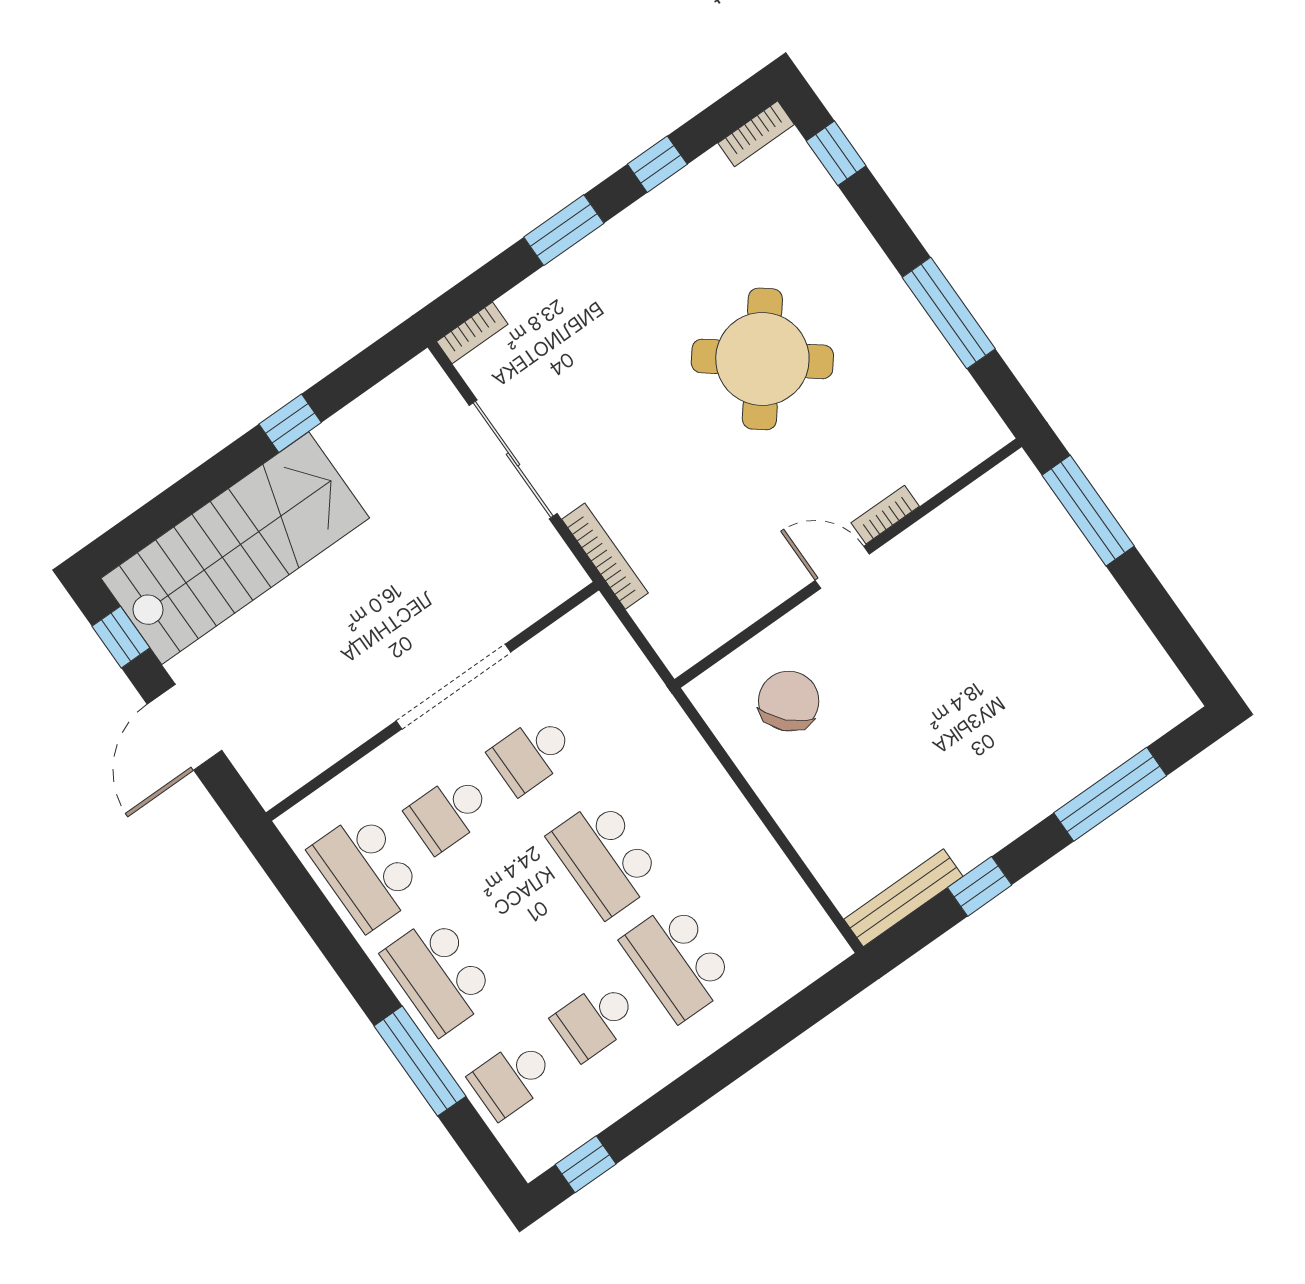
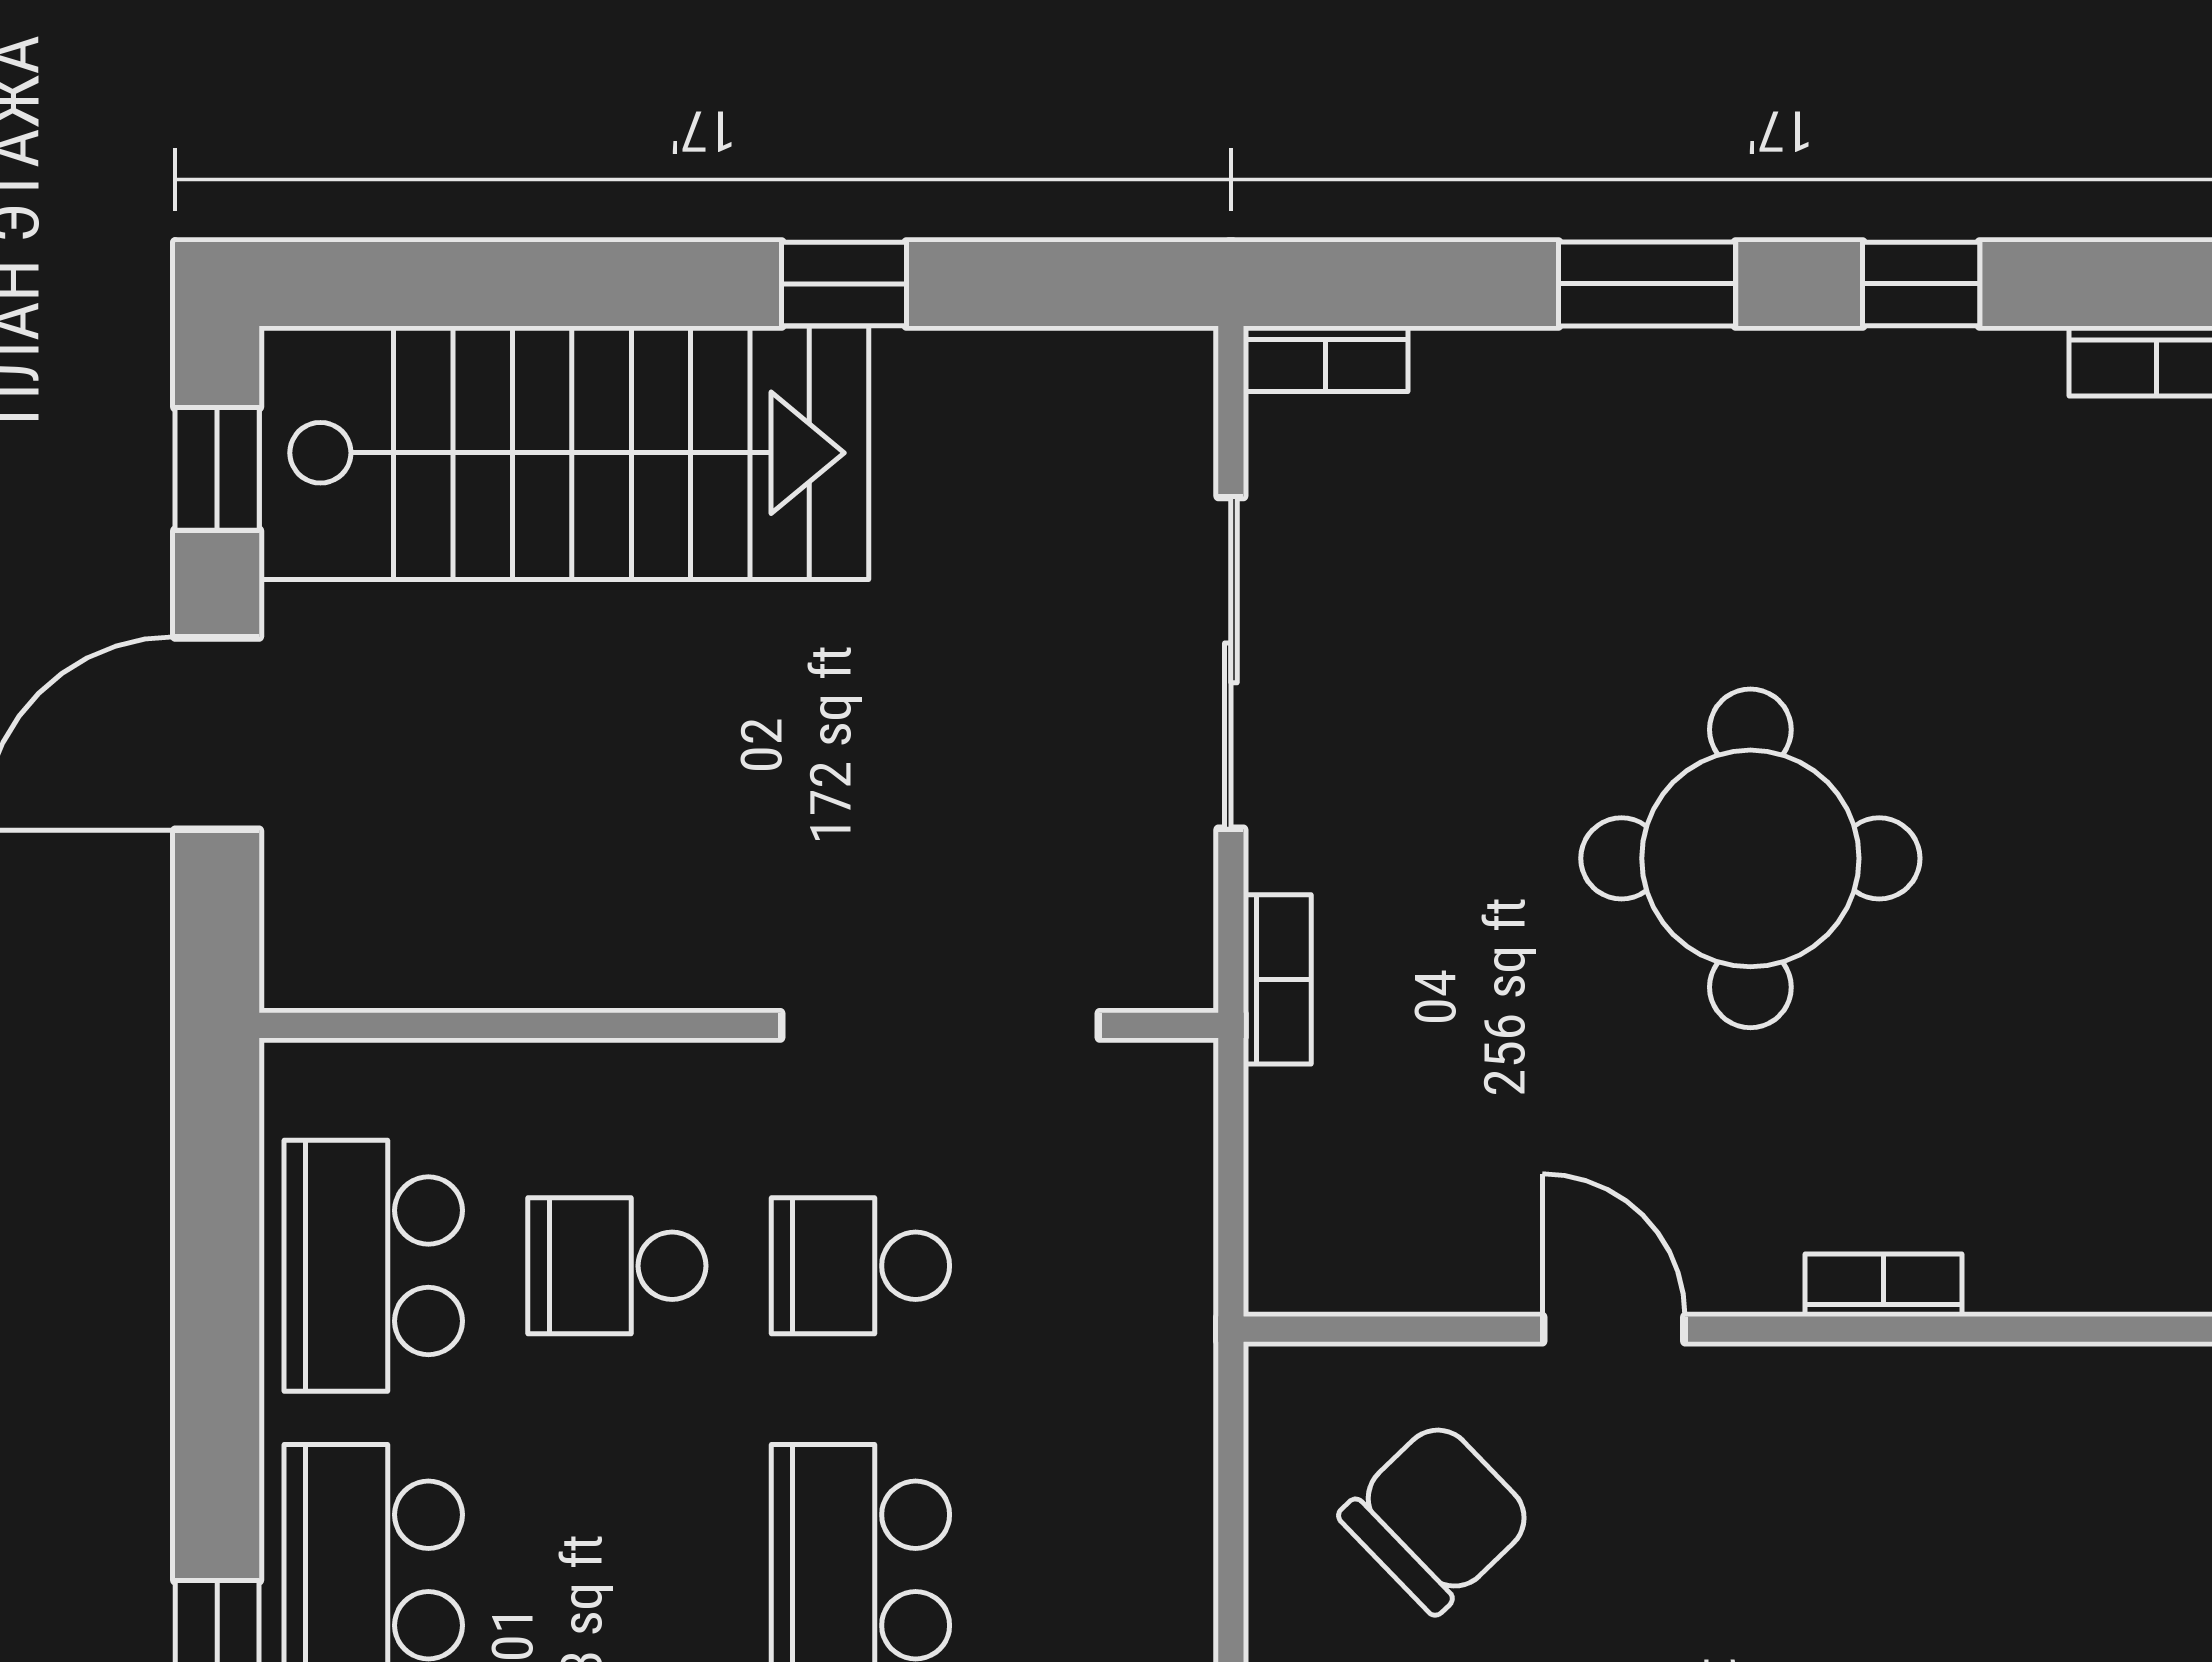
round table: (762, 359) -> (1750, 858), moved, turned -38
bookcase: (605, 556) -> (1277, 979), width x0.64
door: (842, 567) -> (1614, 1329), moved
doorway: (453, 687) -> (940, 1025), moved

